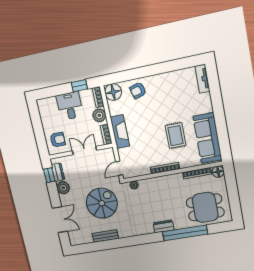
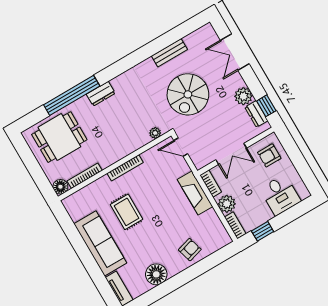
floor lamp: (113, 92) -> (156, 274), moved
desk: (70, 106) -> (280, 195), moved
sofa: (208, 138) -> (100, 243), moved
door: (119, 168) -> (181, 147), swing flipped

